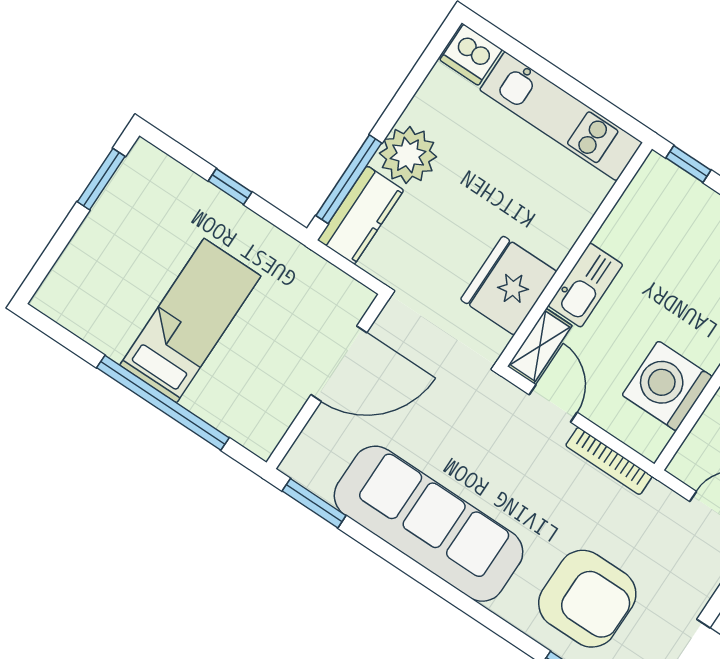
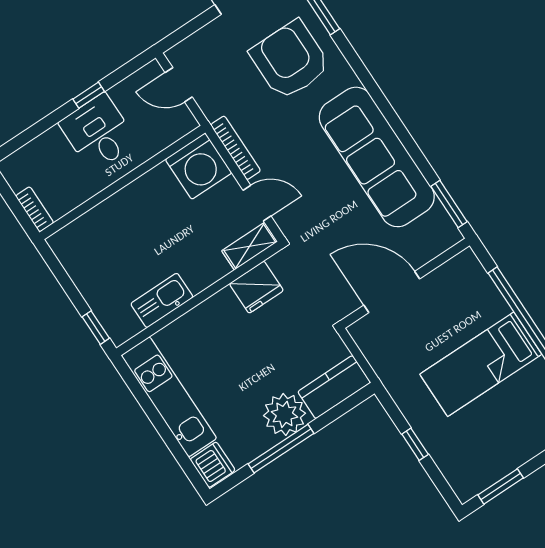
window: (349, 179) -> (281, 449), moved
fridge: (509, 285) -> (256, 287), width x0.73, depth x0.75
kitchen sink: (585, 285) -> (162, 300), moved
washing machine: (667, 386) -> (199, 166), moved
door: (553, 403) -> (257, 203), swing flipped

